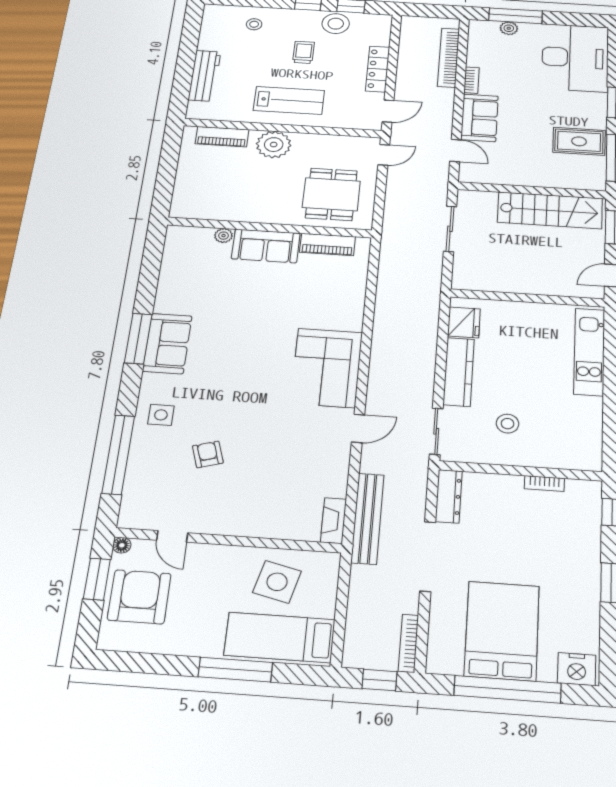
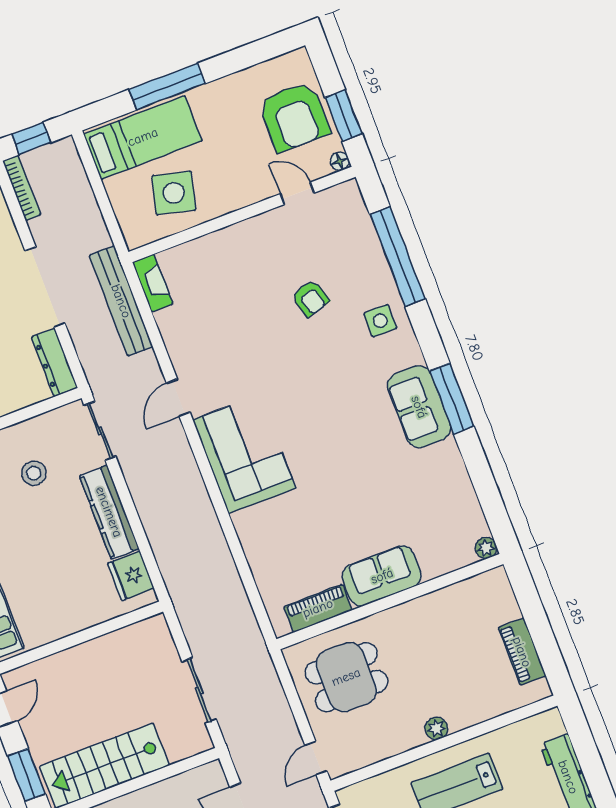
piano: (222, 137) -> (522, 652), moved, turned -90
plant: (274, 145) -> (436, 728), width x0.53, depth x0.53
dining table: (331, 194) -> (346, 677), turned 90
plant: (224, 236) -> (486, 548), moved

